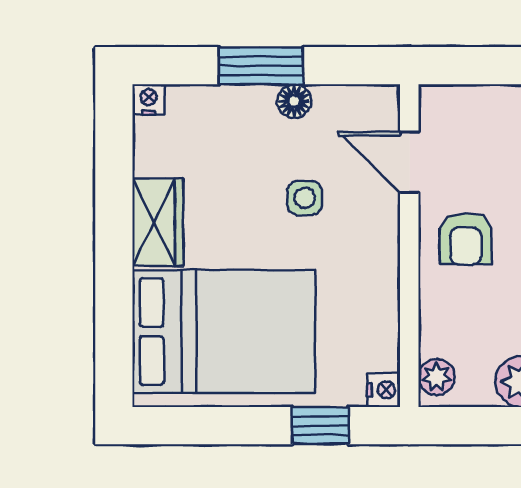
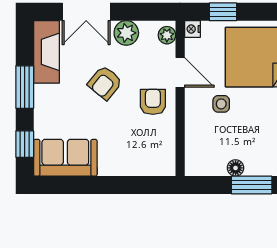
door: (409, 163) -> (180, 72), moved
side table: (305, 198) -> (221, 104), moved

